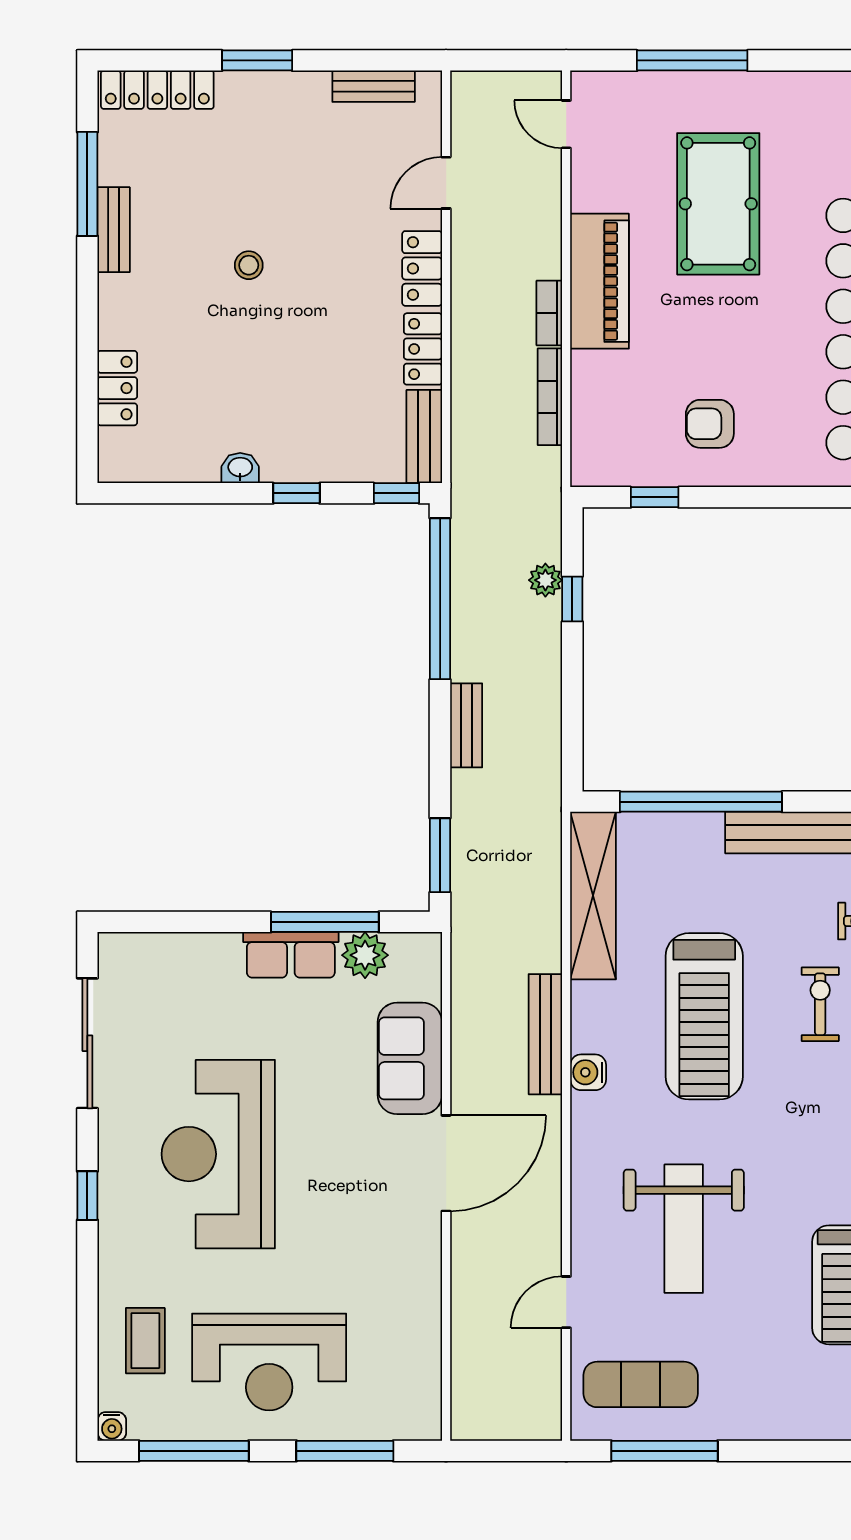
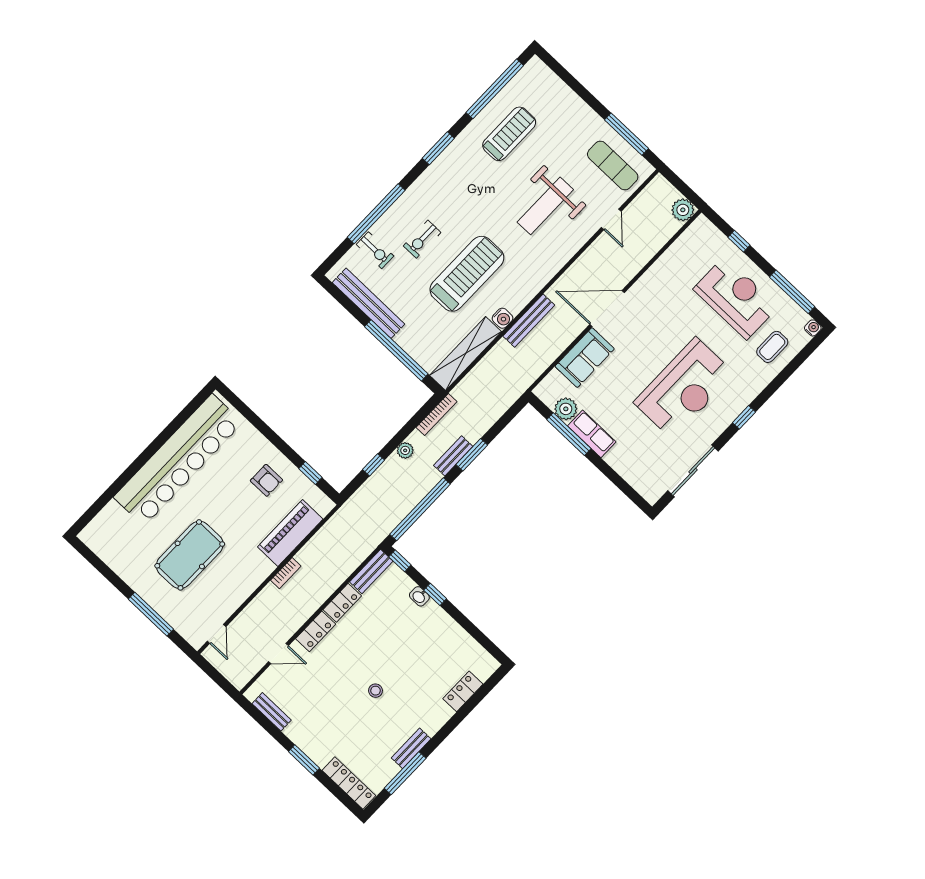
piano: (600, 281) -> (290, 533), moved
bookcase: (550, 397) -> (437, 414), moved
washbasin: (240, 468) -> (419, 596), moved
plant: (545, 580) -> (405, 450), moved
window: (440, 855) -> (472, 455), moved
water cooler: (588, 1072) -> (502, 318), moved
weight bench: (684, 1229) -> (545, 206), turned 180
door: (566, 1302) -> (611, 219), hinge flipped
plant: (473, 1418) -> (683, 210), added
window: (345, 1451) -> (739, 241), width x0.46

